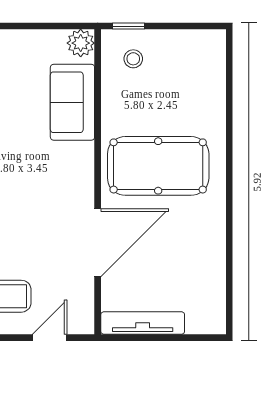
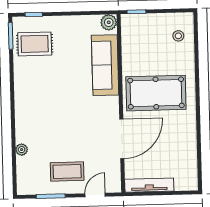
stool: (133, 59) -> (178, 36), moved
sofa: (72, 102) -> (105, 65), width x1.36

